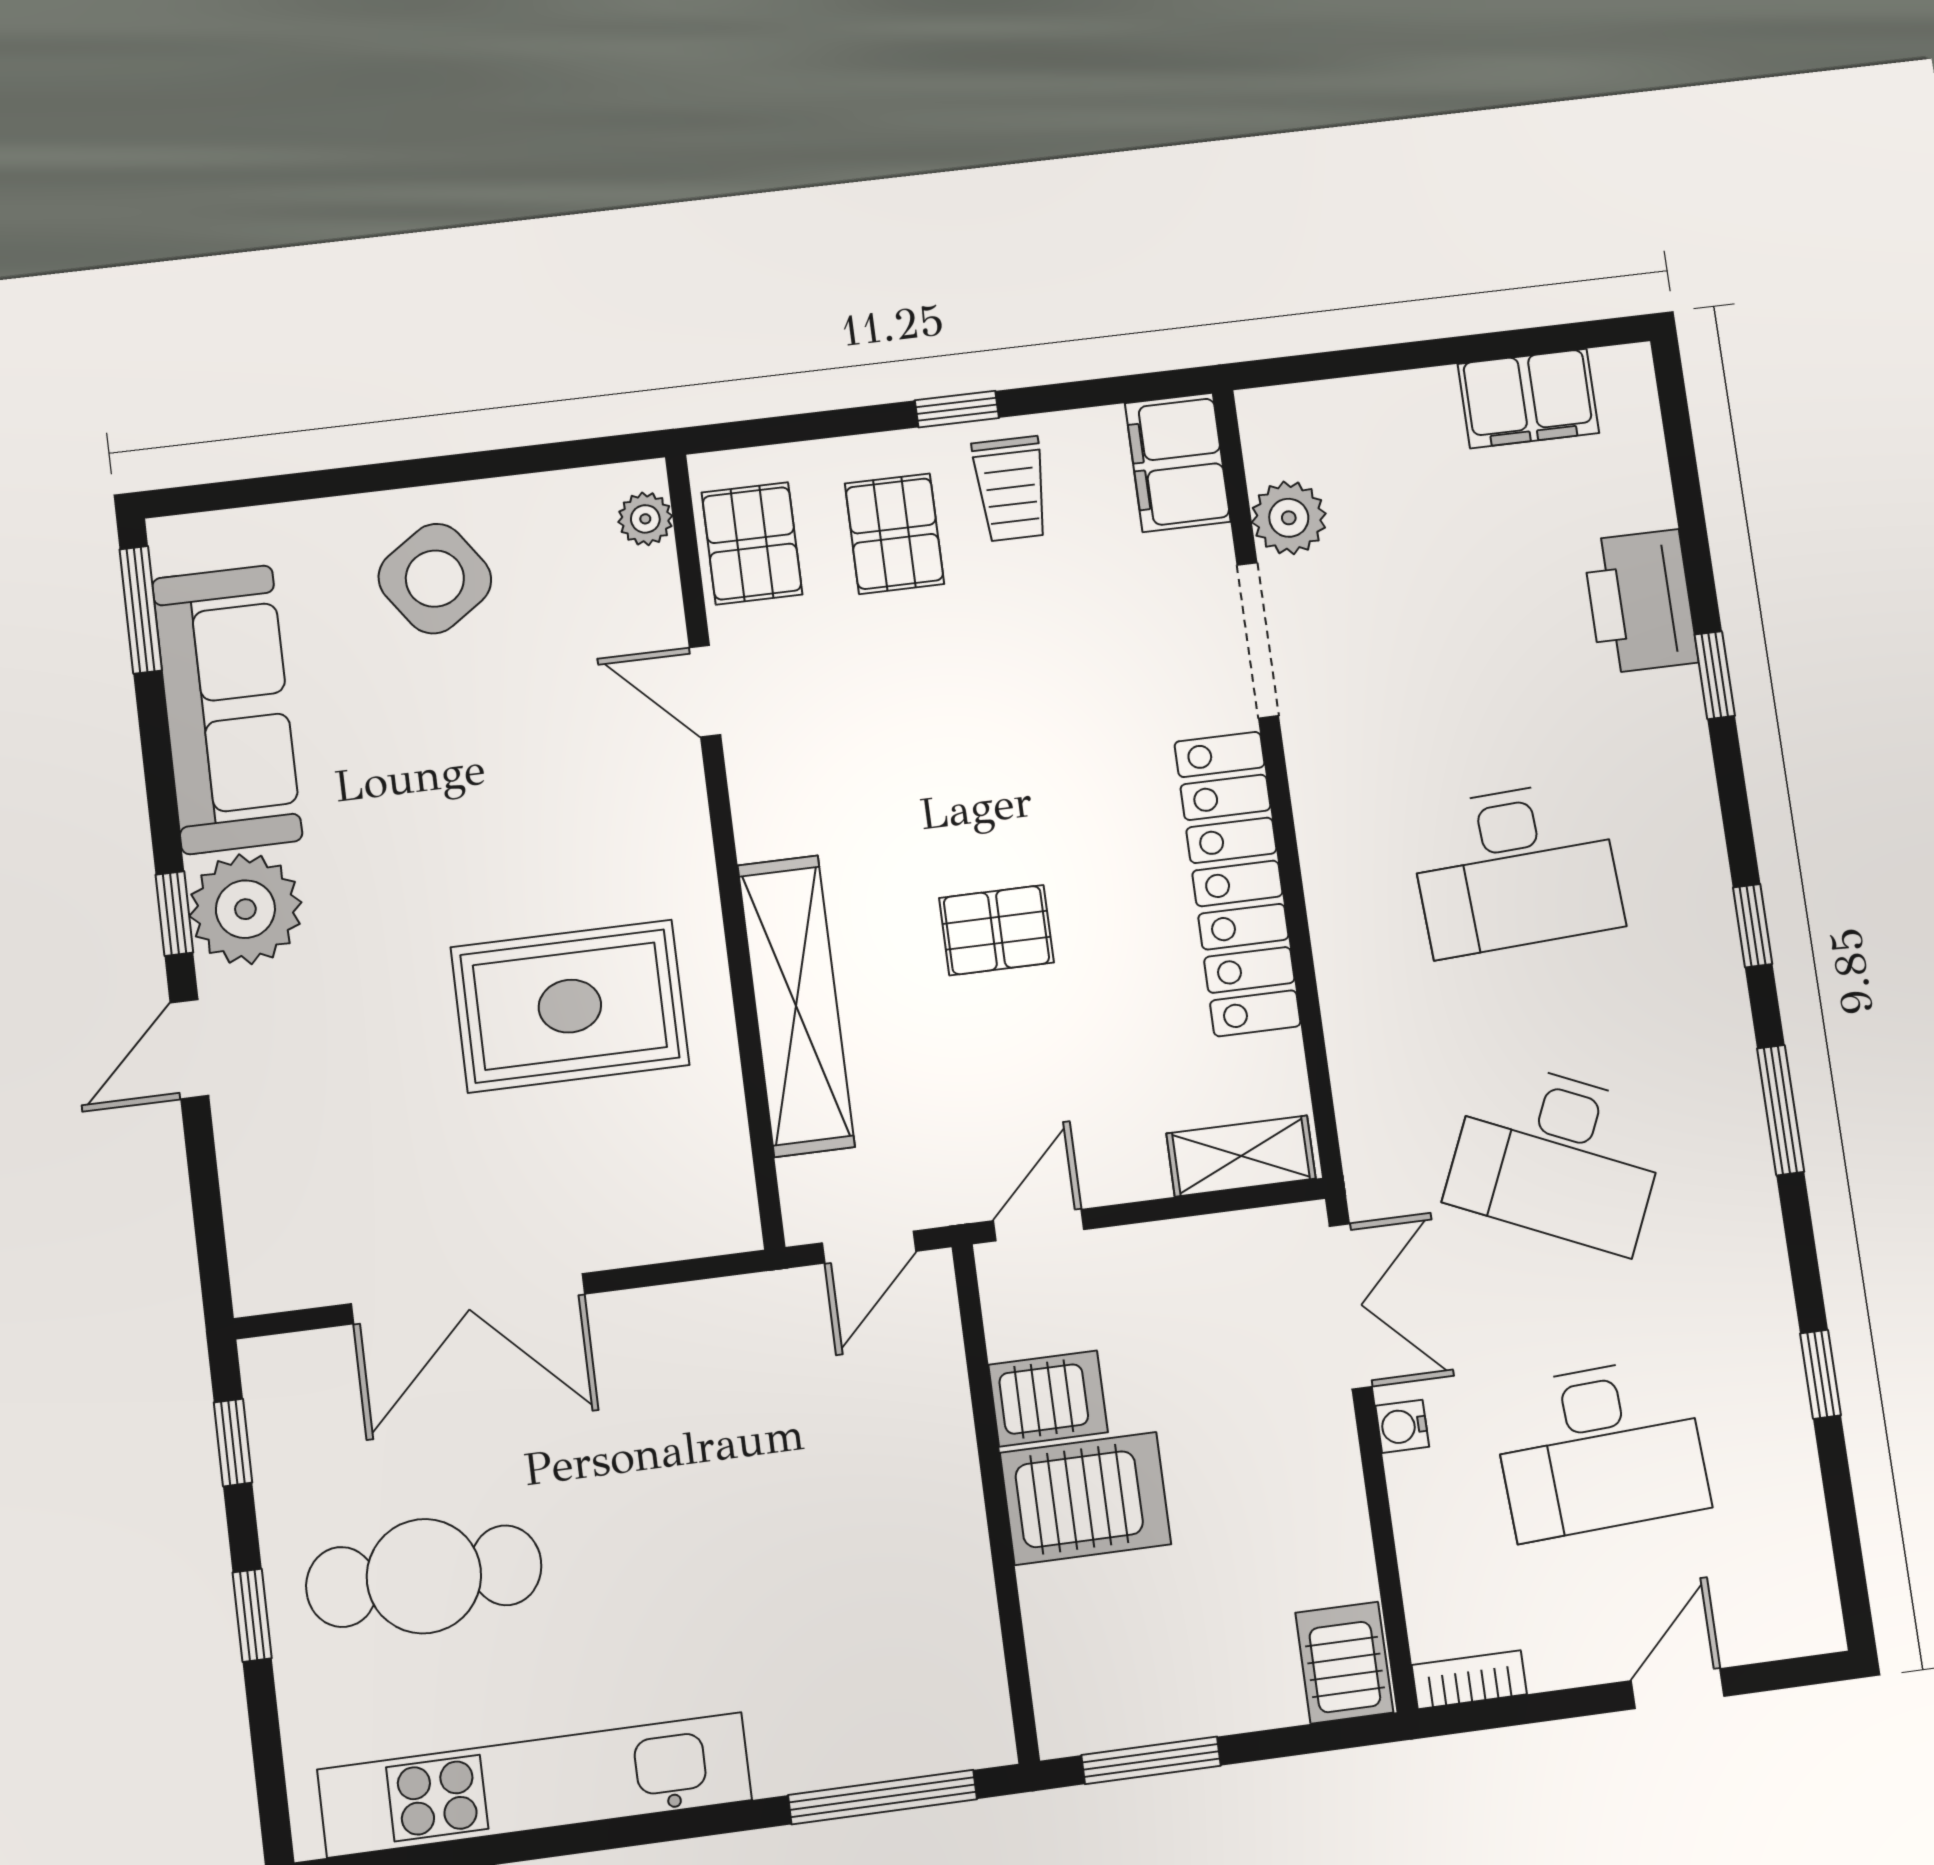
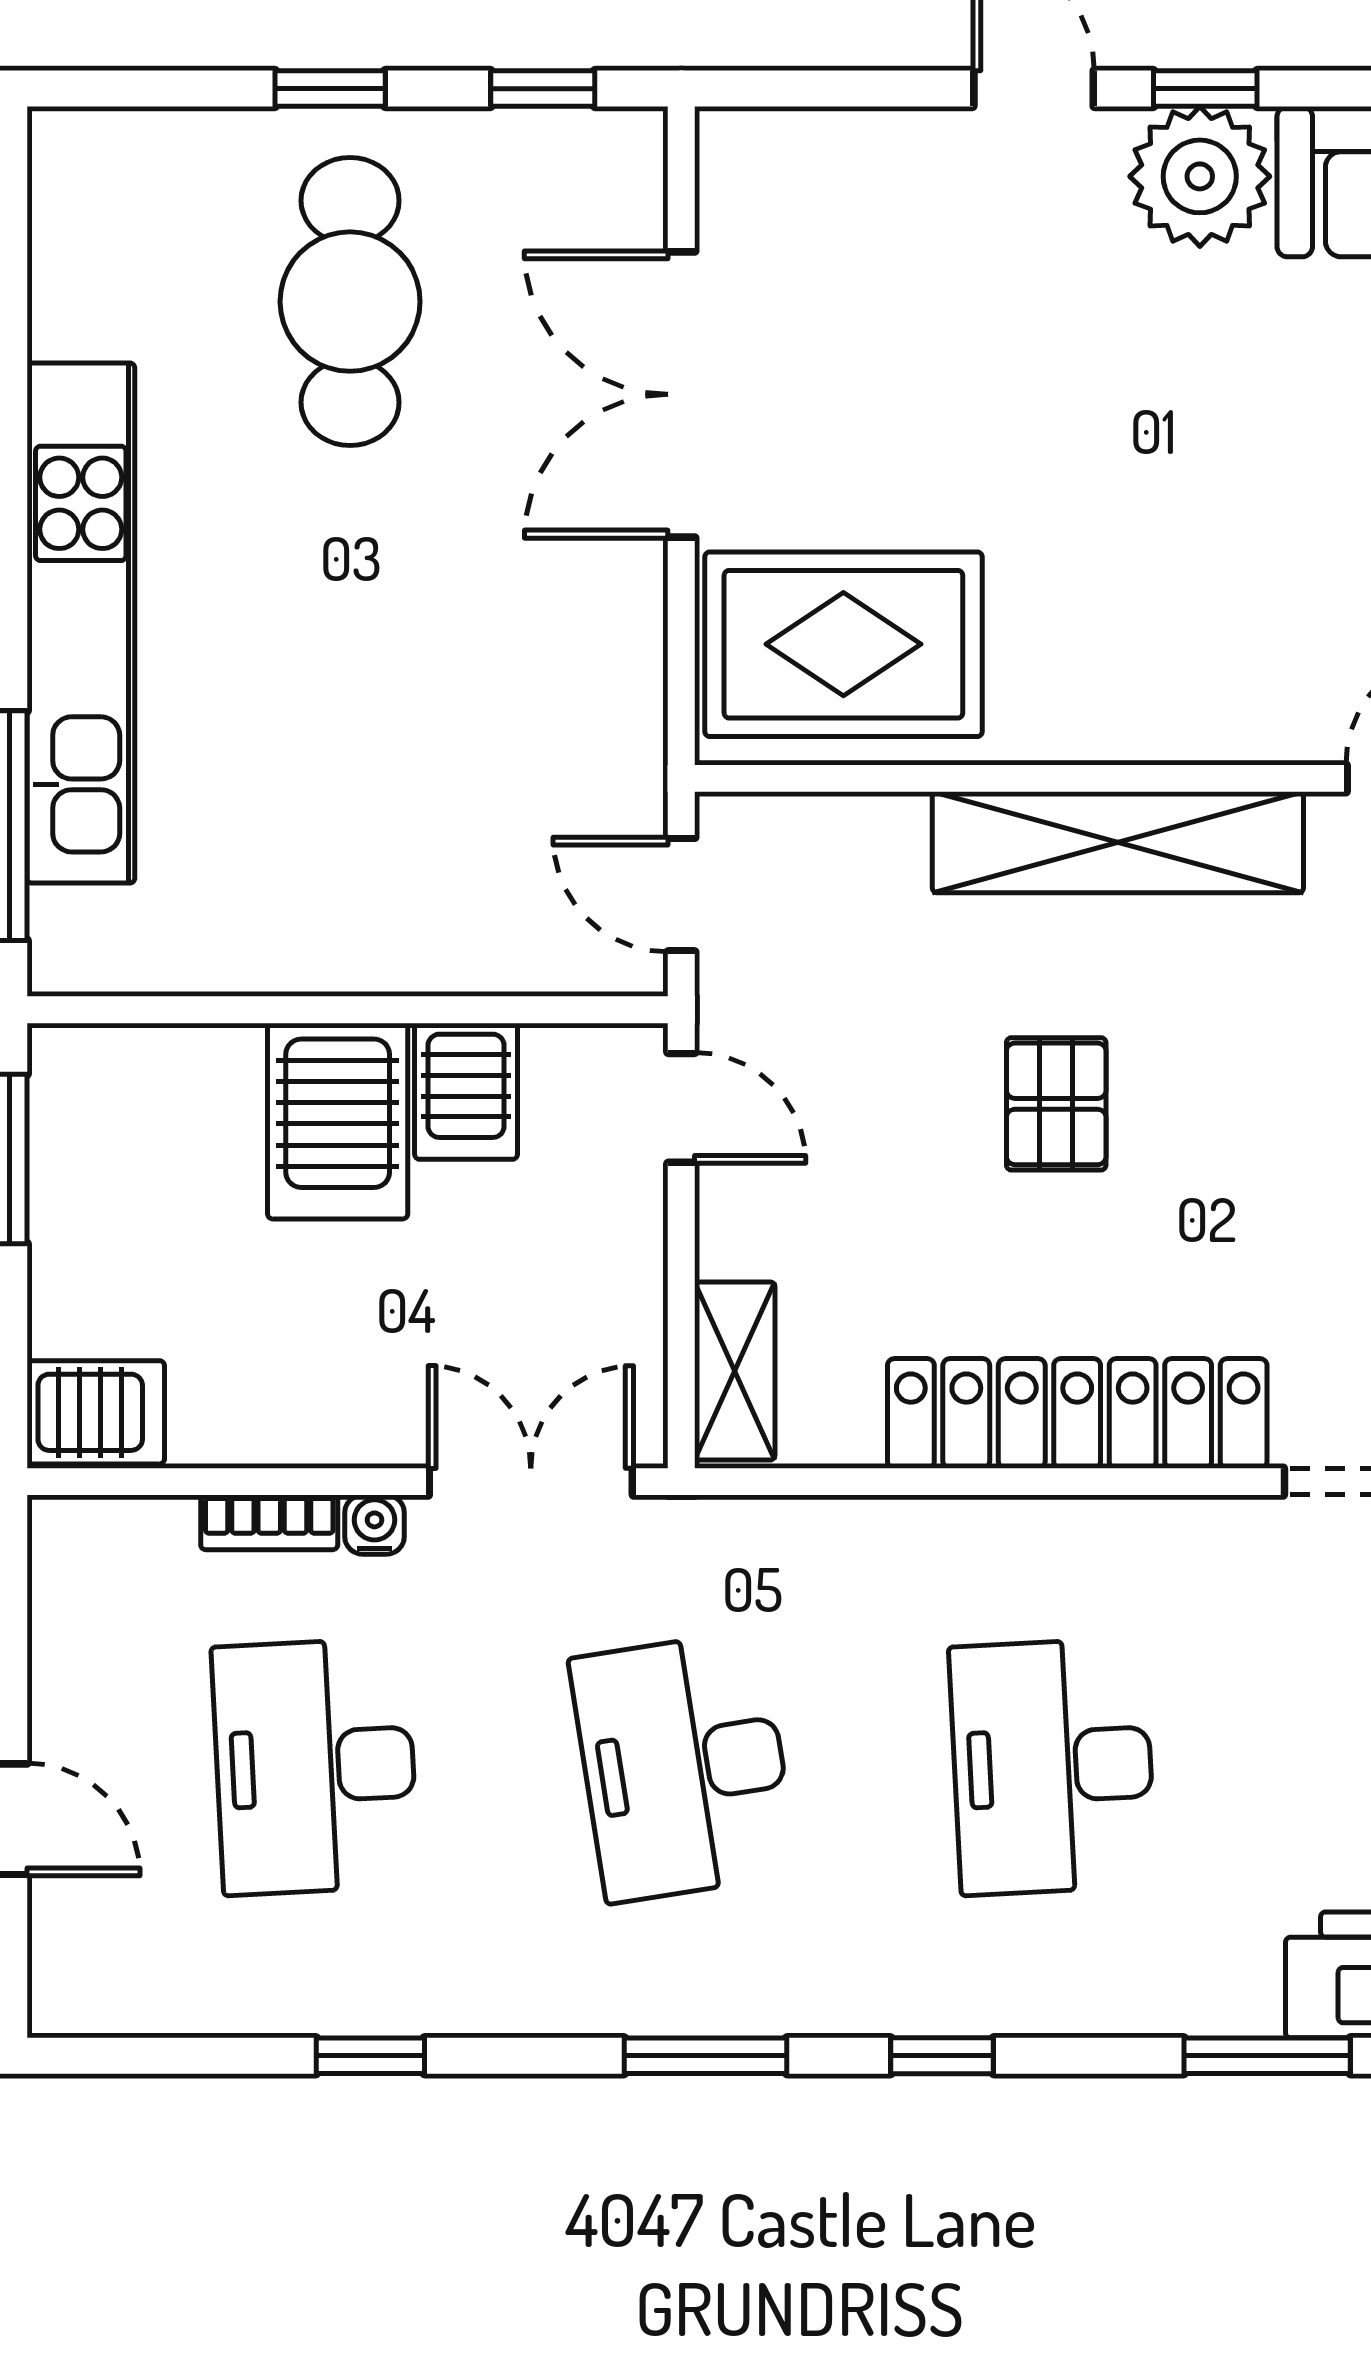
window: (1715, 675) -> (1267, 2056), width x1.50
rug: (570, 1006) -> (843, 644), moved, turned 90
shelving: (796, 1006) -> (1118, 842), moved
desk: (1557, 1156) -> (684, 1766), turned -33
double door: (1351, 1306) -> (531, 1482), swing flipped
bookcase: (1469, 1680) -> (269, 1522), moved, turned 90
kitchen unit: (535, 1785) -> (81, 623), moved

